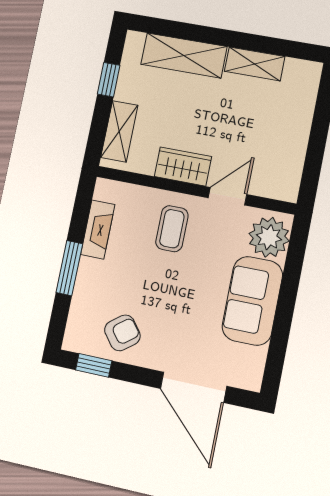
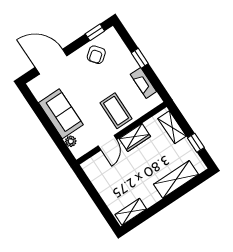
shelving: (255, 64) -> (131, 212), moved
coffee table: (172, 229) -> (116, 111), width x1.36, depth x1.30
plant: (269, 237) -> (71, 141), width x0.53, depth x0.53
window: (69, 268) -> (140, 58), width x0.67

